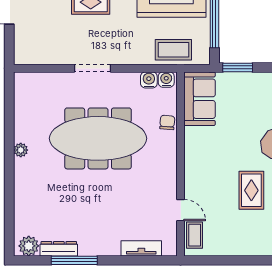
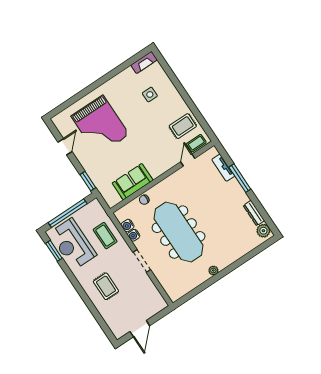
coffee table: (173, 50) -> (105, 236), moved
water cooler: (166, 80) -> (134, 235), moved
sofa: (200, 99) -> (133, 182), moved
rug: (251, 190) -> (183, 126), moved
window: (74, 260) -> (240, 178), moved

